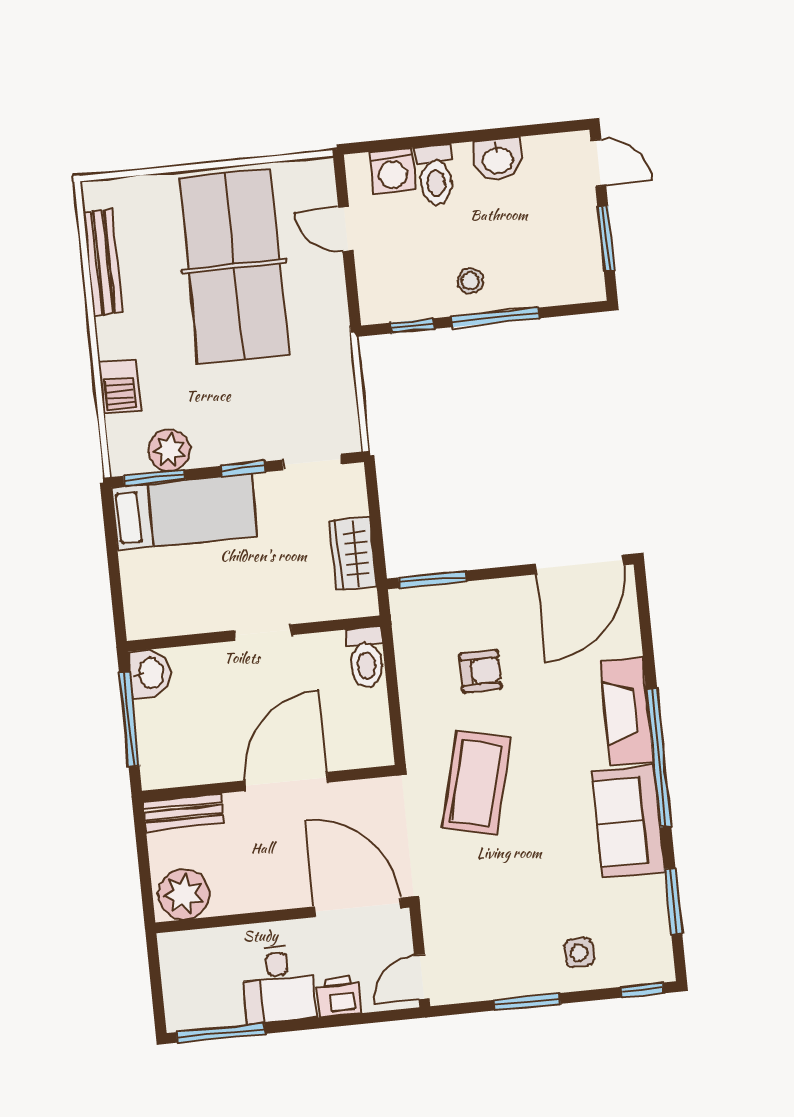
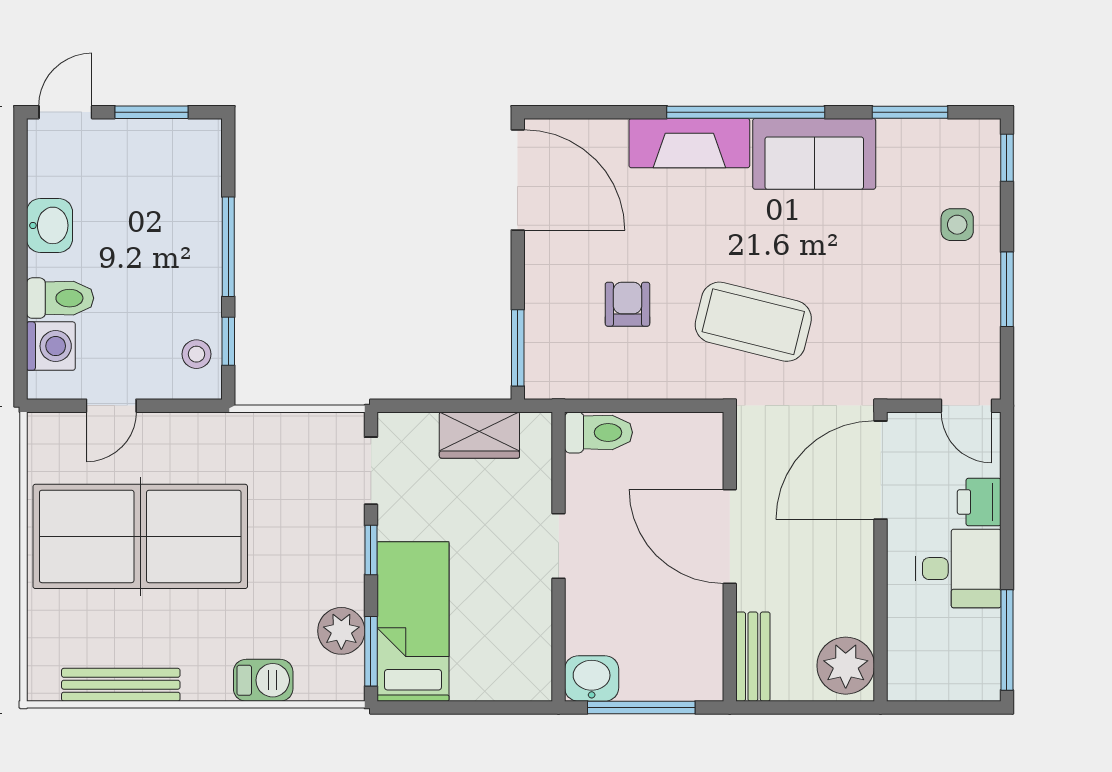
stool: (470, 281) -> (196, 354), moved

